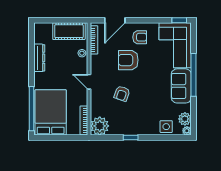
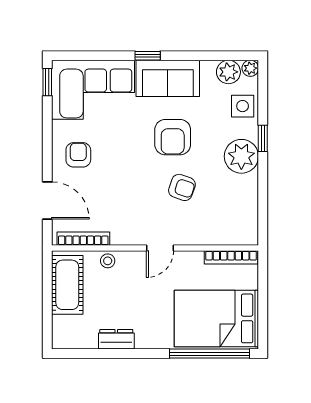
dresser: (39, 58) -> (116, 339), width x0.70
armchair: (128, 60) -> (173, 137), moved
window: (194, 75) -> (148, 56), width x0.32
plant: (100, 126) -> (241, 156), moved
window: (131, 138) -> (263, 138), moved

